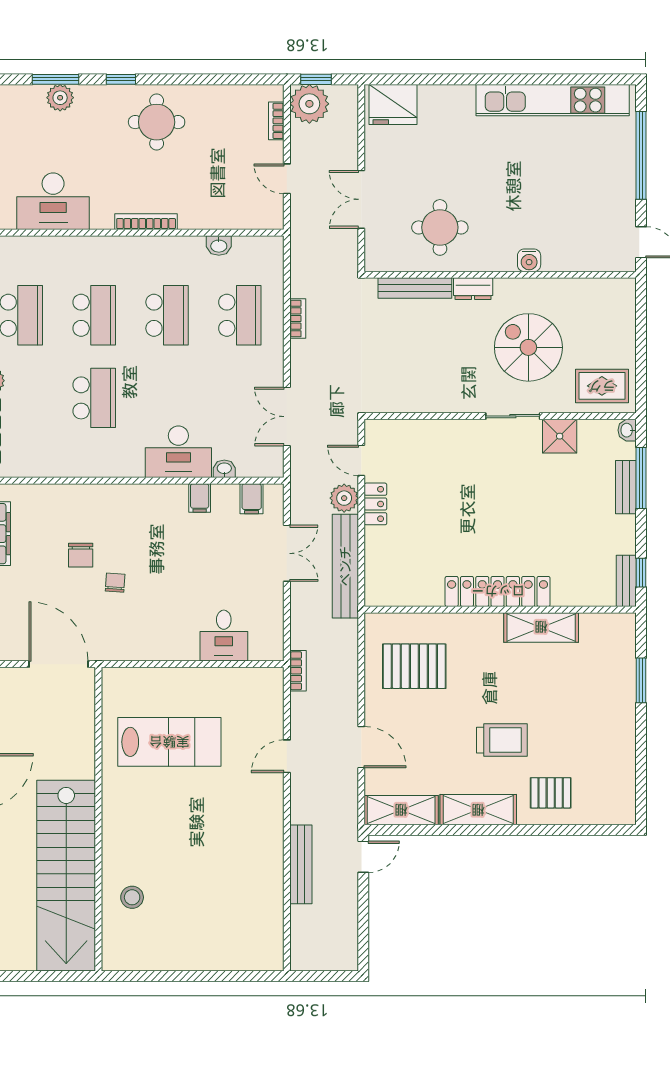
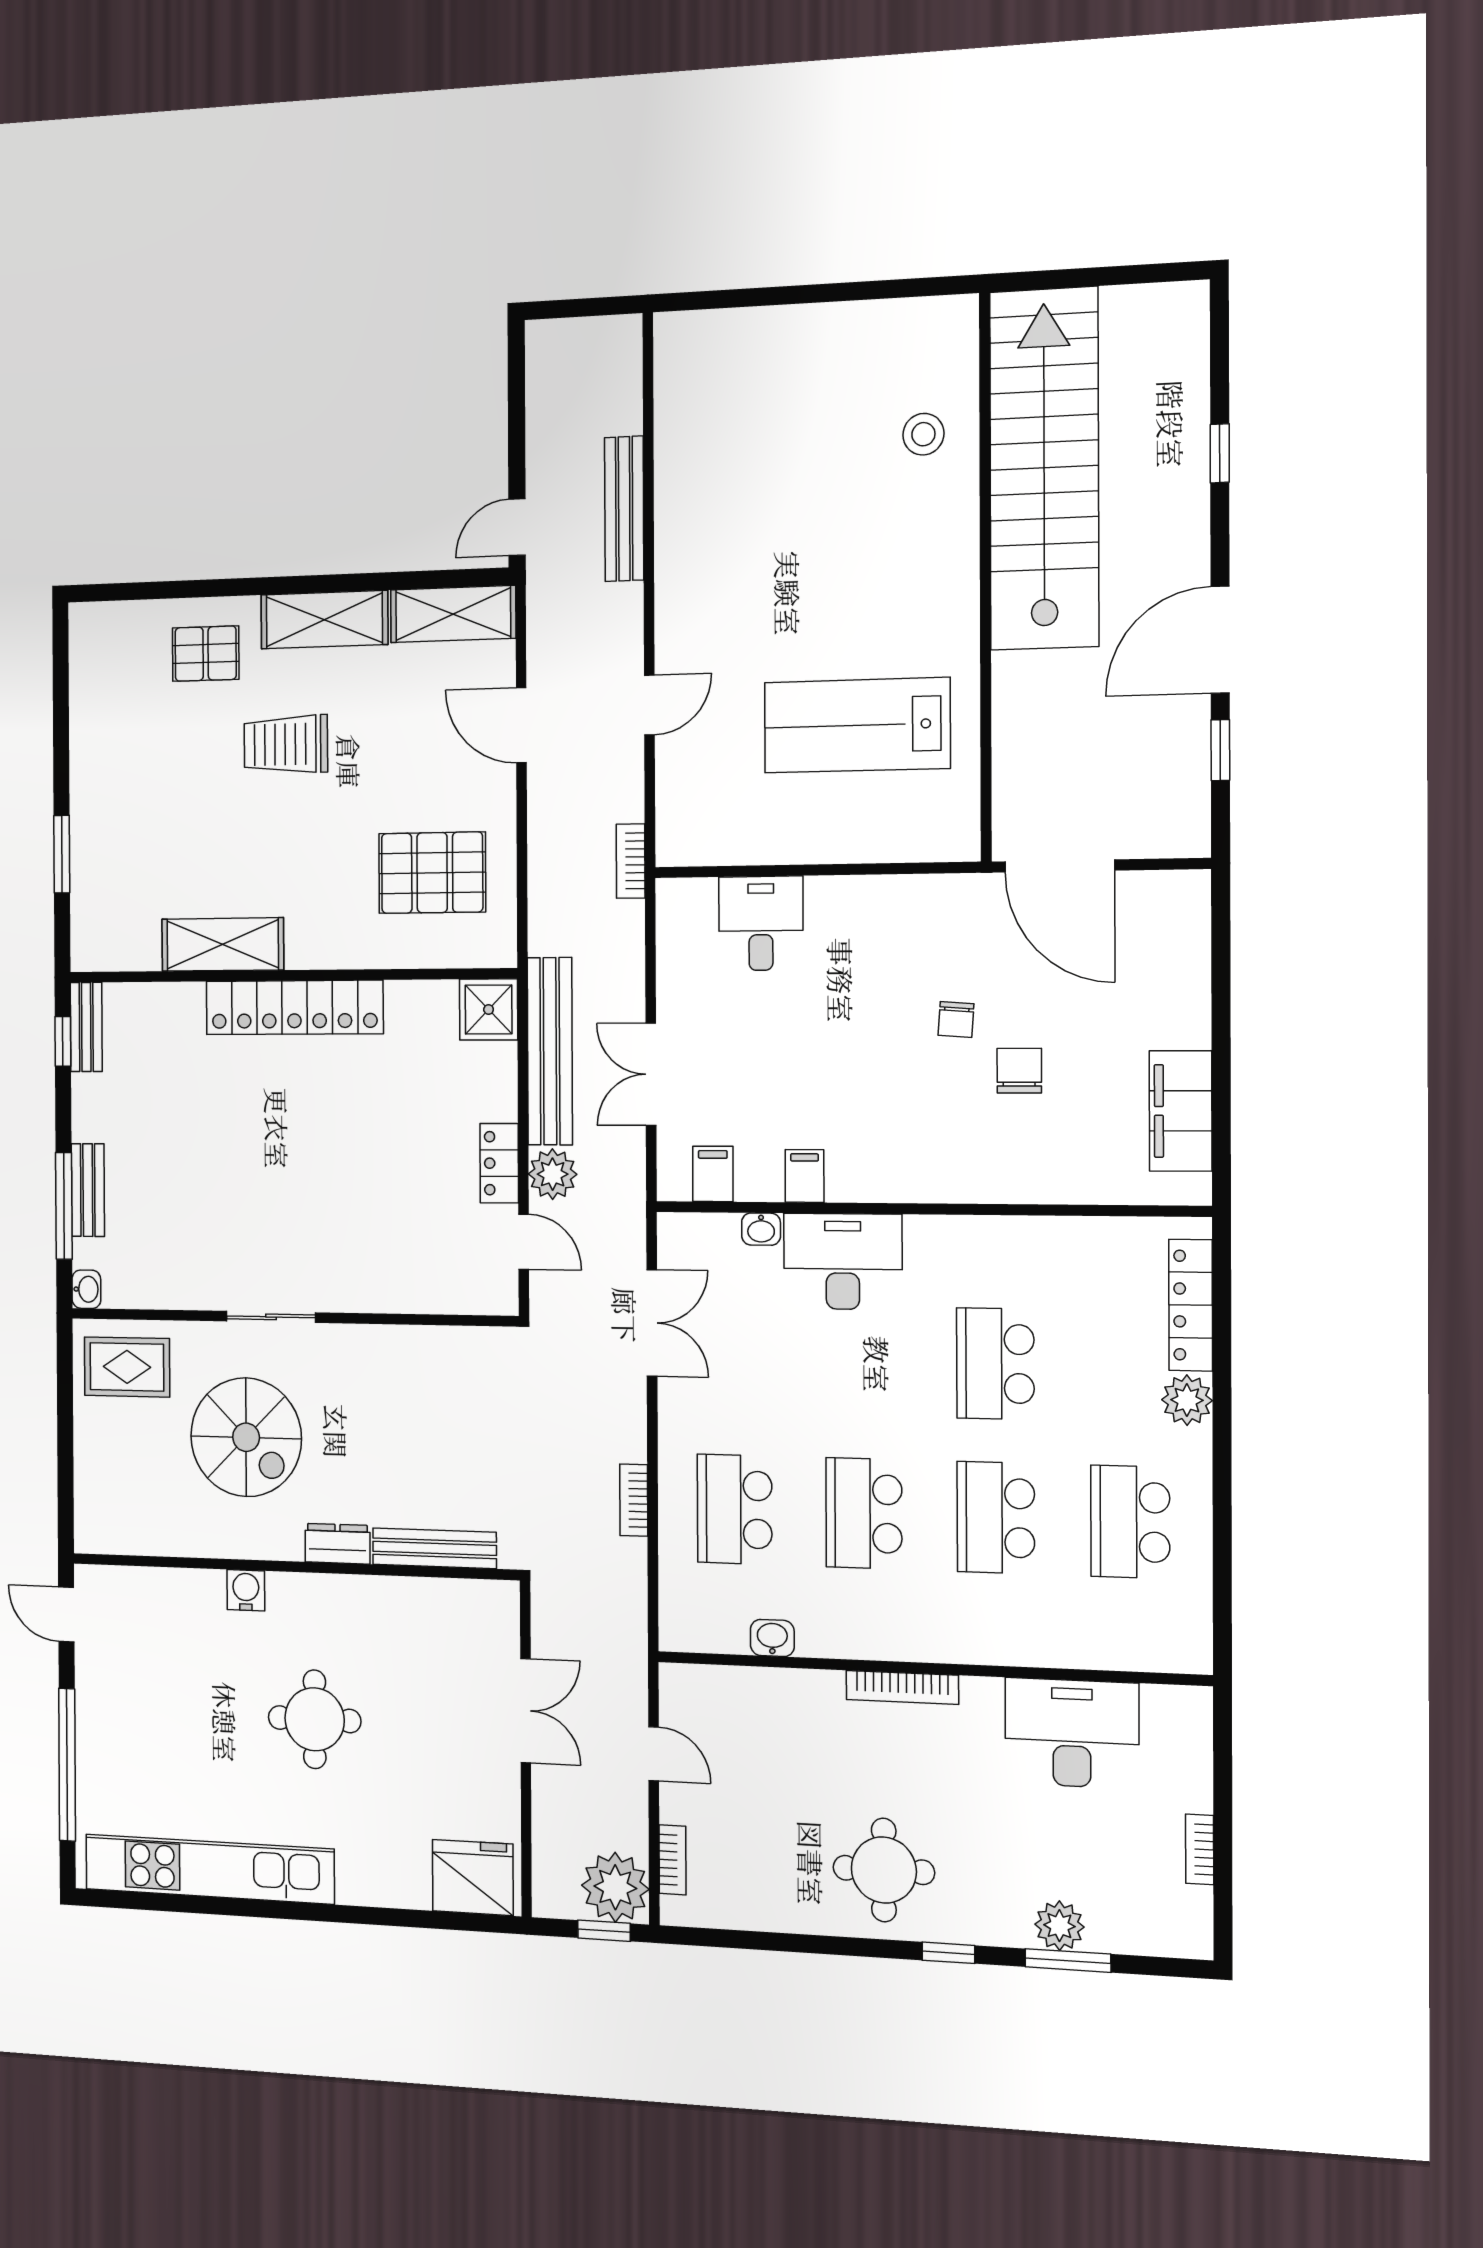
round table: (440, 227) -> (315, 1719), moved
shower: (560, 436) -> (489, 1009), moved

